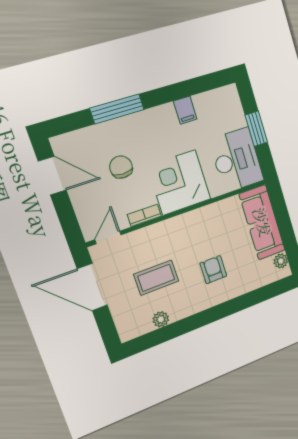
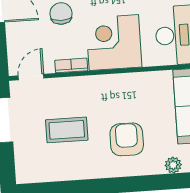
armchair: (213, 270) -> (127, 139), width x1.38, depth x1.38
plant: (161, 319) -> (173, 165), moved

